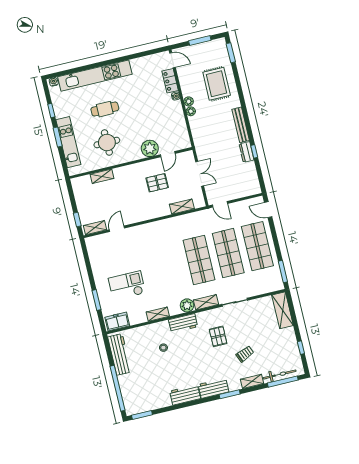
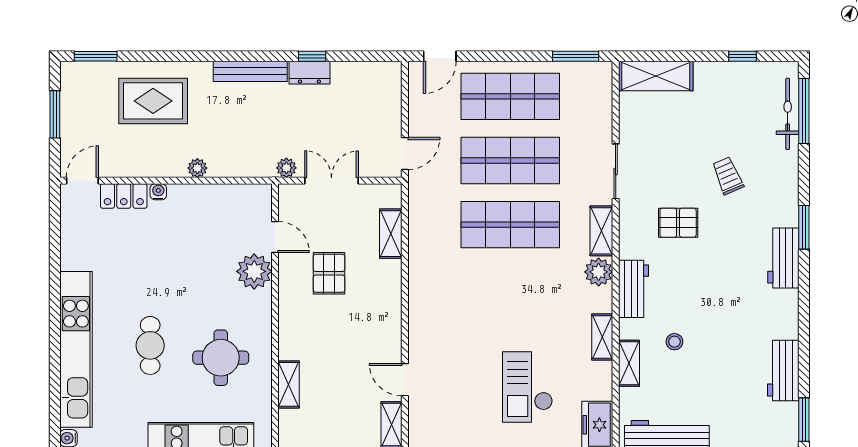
plant: (189, 101) -> (286, 168), moved
shelving: (252, 381) -> (629, 363), moved
workbench: (185, 395) -> (783, 371), moved

